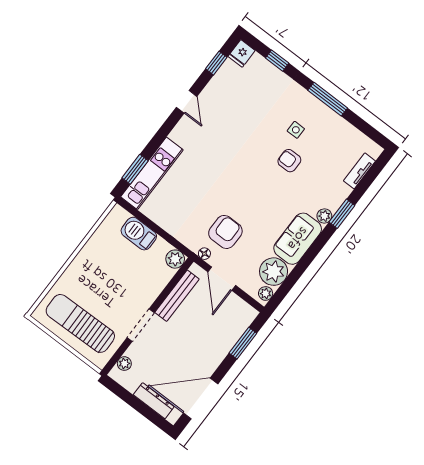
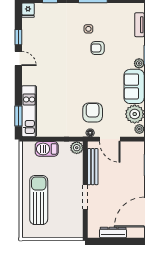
window: (216, 63) -> (18, 37), moved
sun lounger: (80, 323) -> (39, 200), moved, turned 91
plant: (124, 364) -> (92, 225), removed
dresser: (154, 401) -> (113, 233), moved

